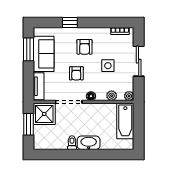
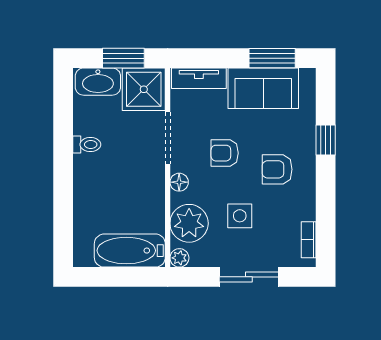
plant: (112, 96) -> (189, 223), width x1.87, depth x1.87
washbasin: (89, 143) -> (98, 82), moved, turned 90

